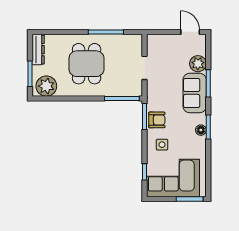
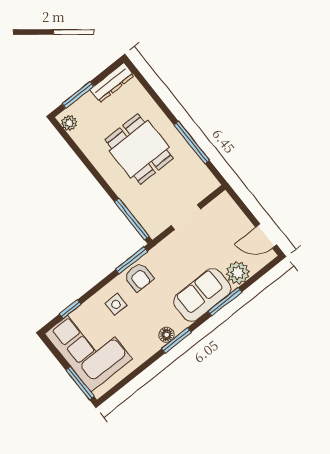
door: (190, 32) -> (266, 236), swing flipped
dining table: (87, 64) -> (139, 149), turned 90
plant: (46, 86) -> (69, 123), width x0.53, depth x0.53

